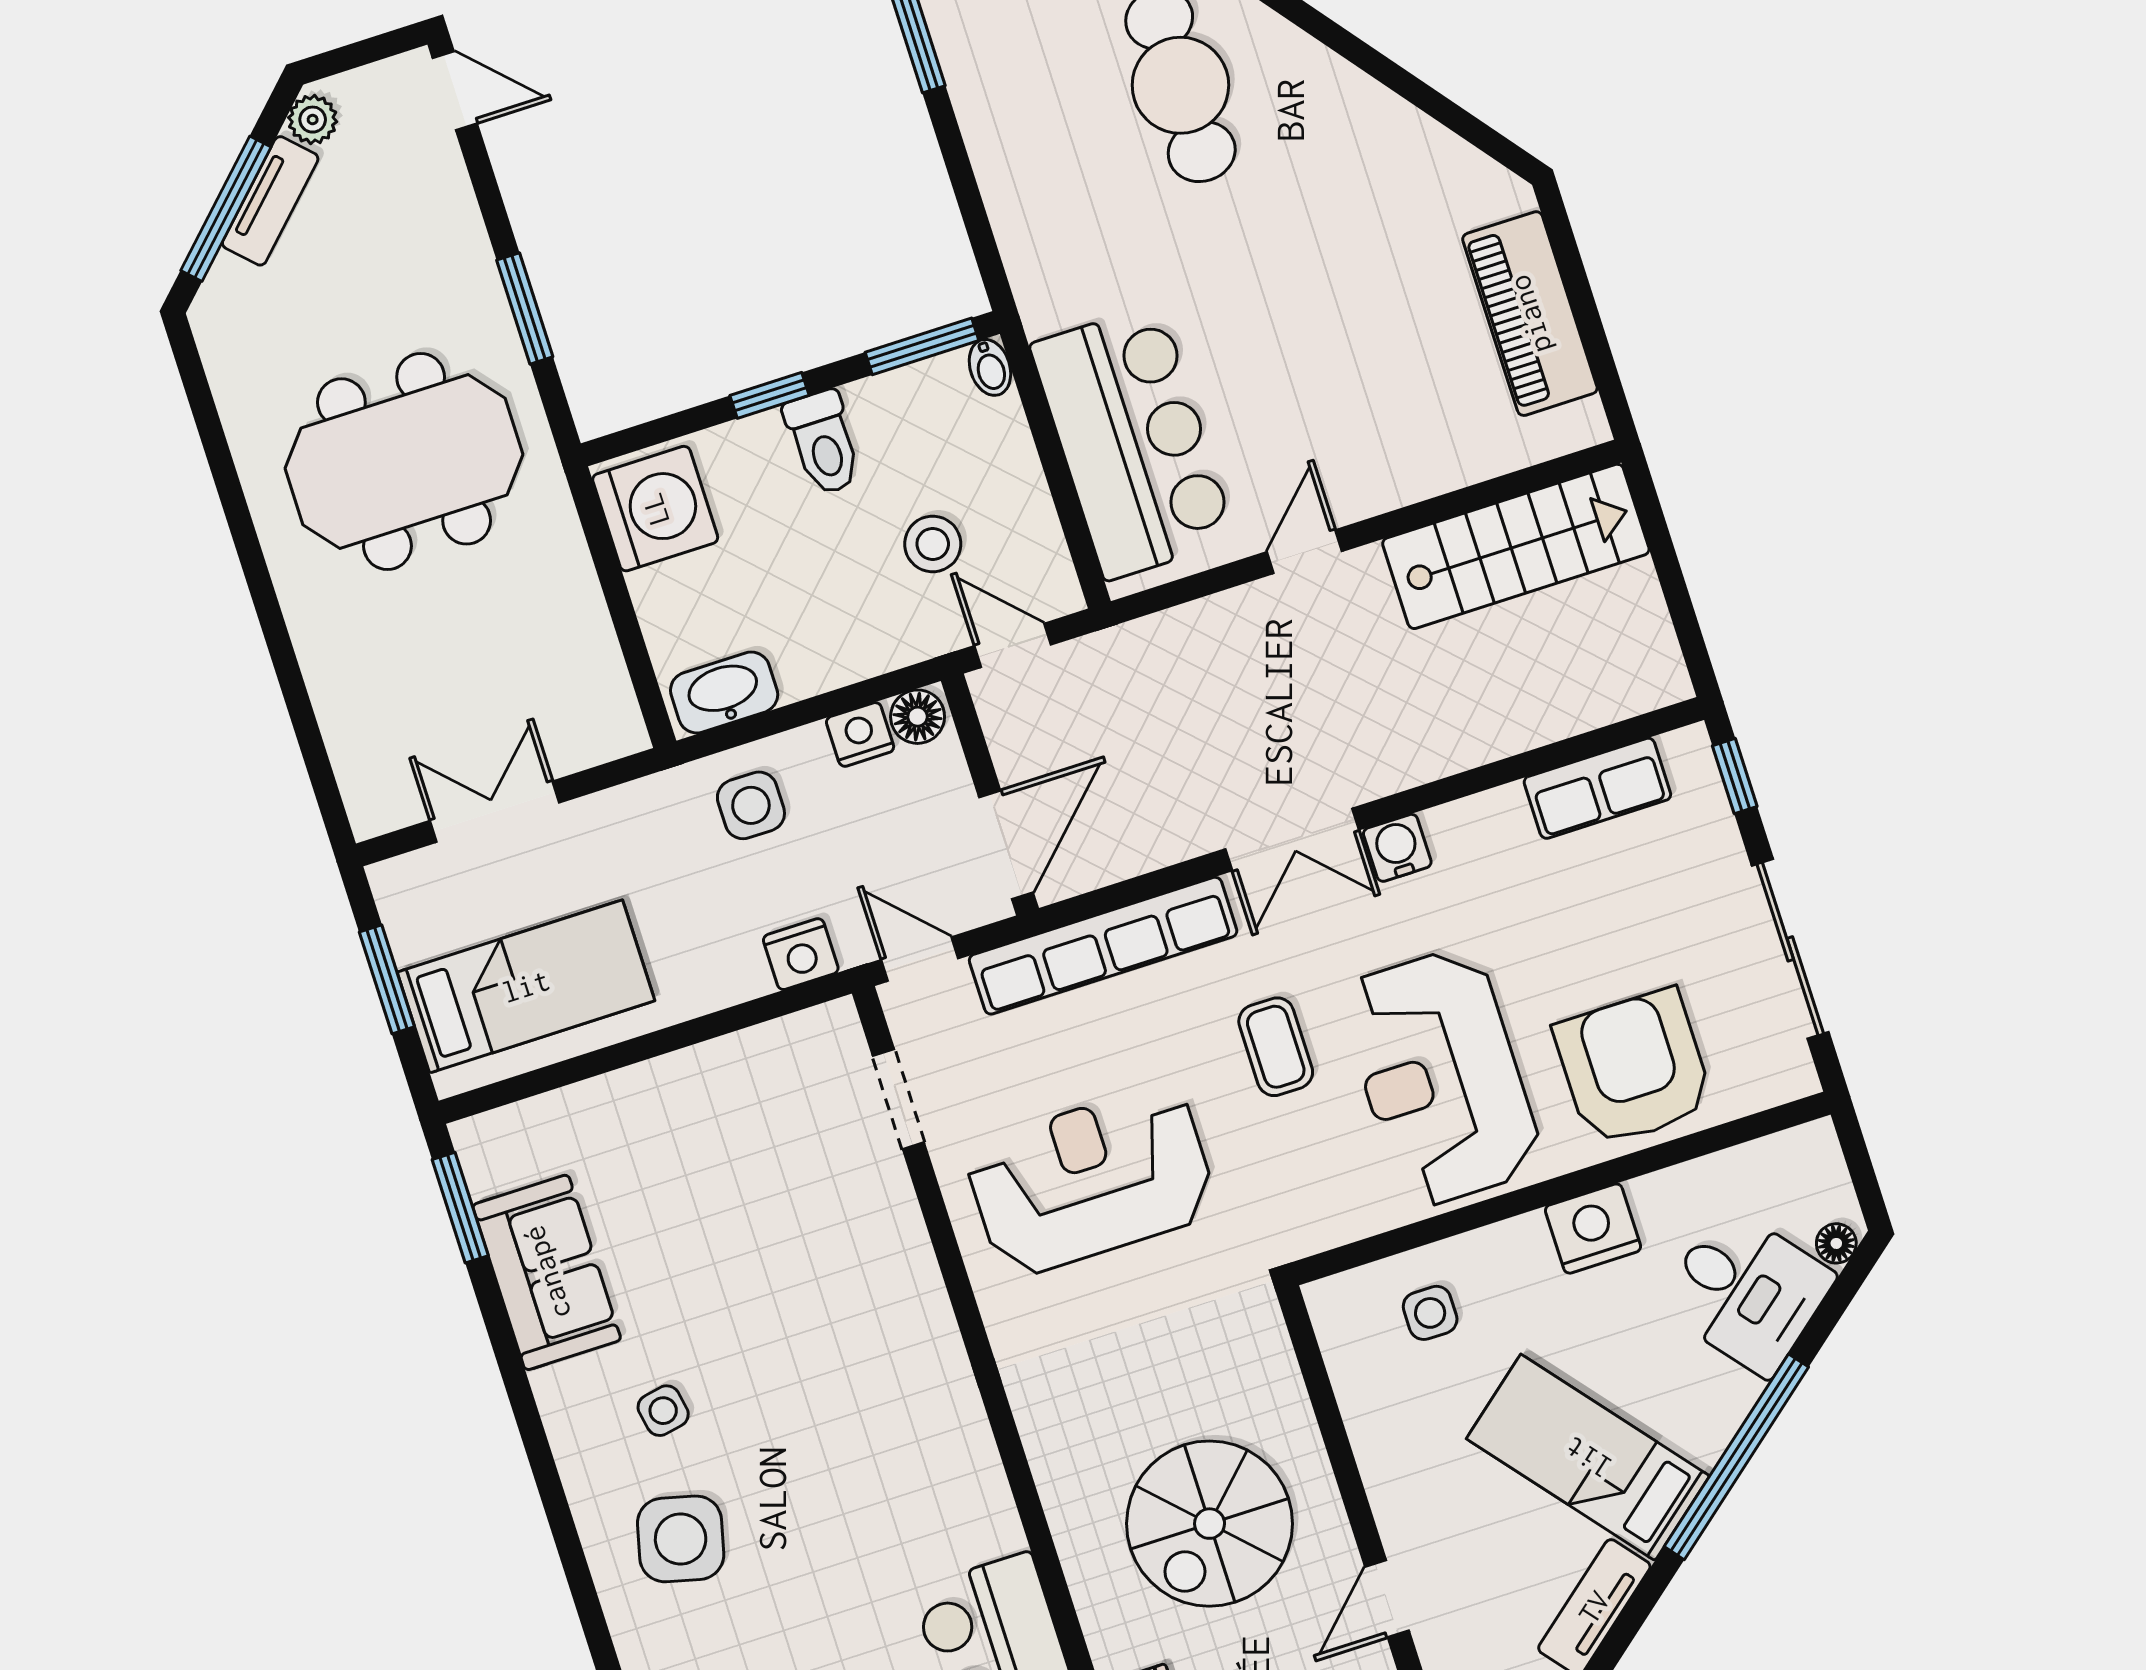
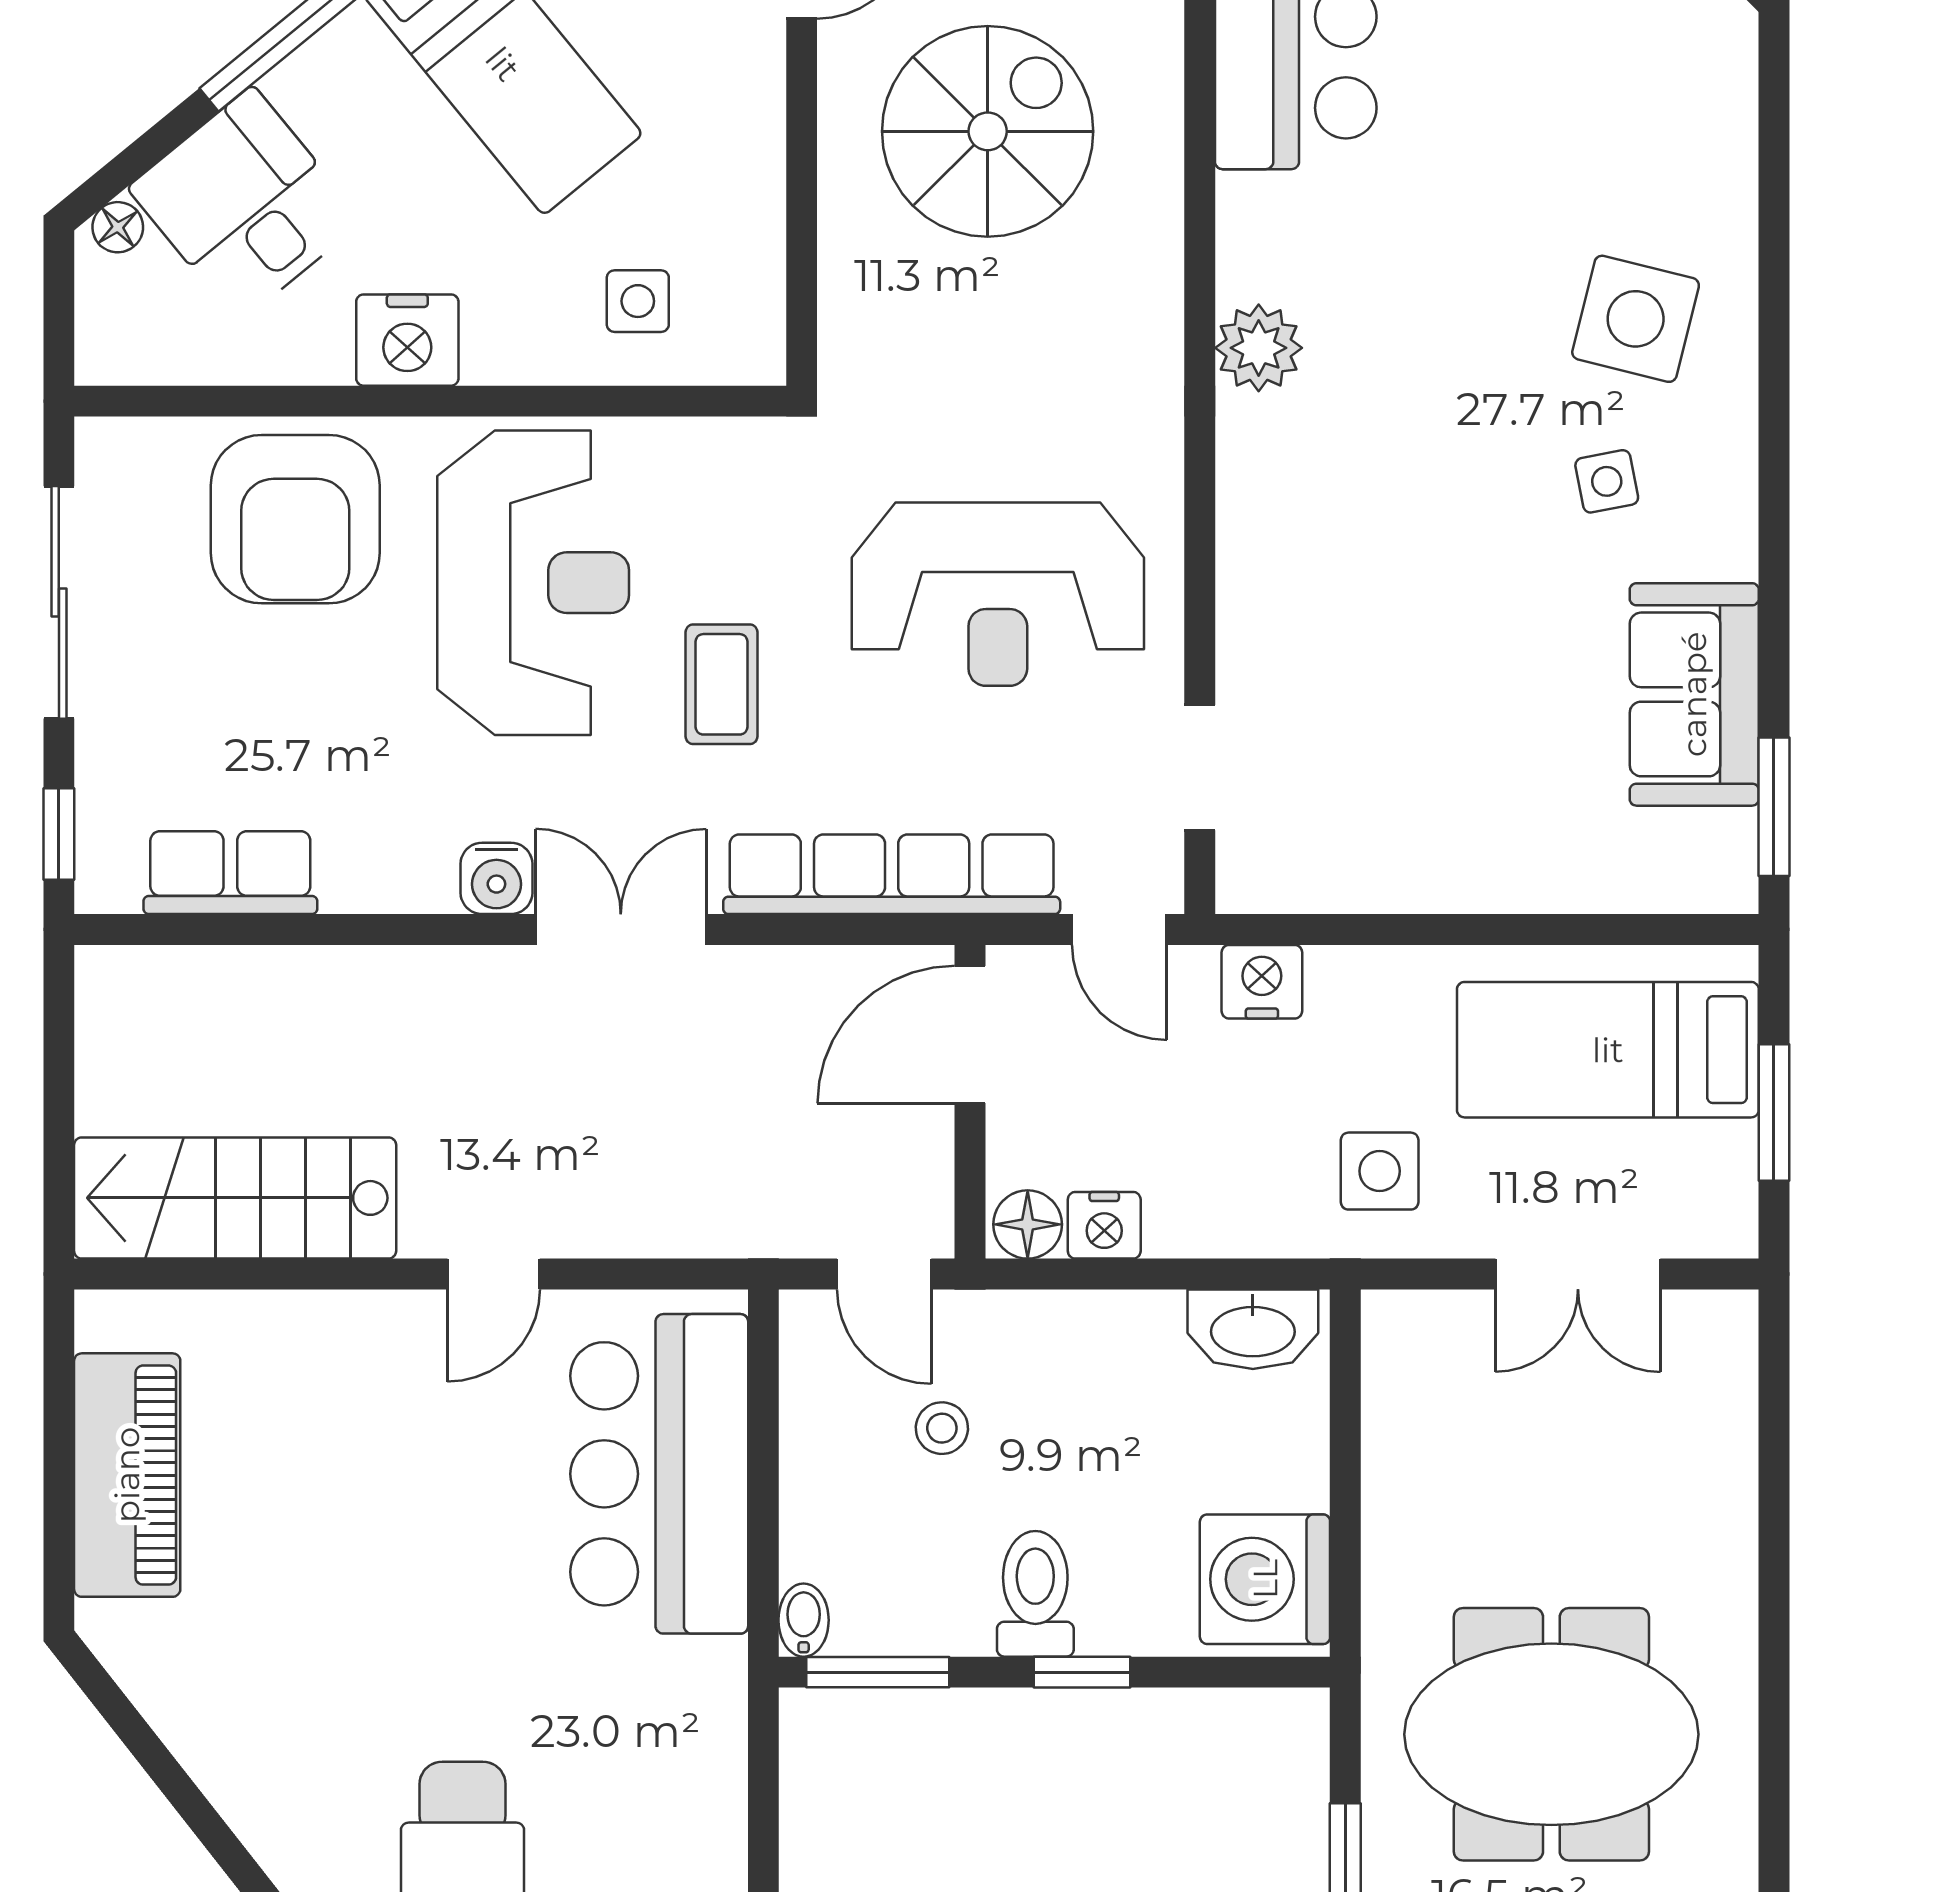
stool: (933, 544) -> (942, 1428), width x0.73, depth x0.73
side table: (751, 805) -> (1380, 1171), moved
plant: (955, 1427) -> (1259, 348), added

